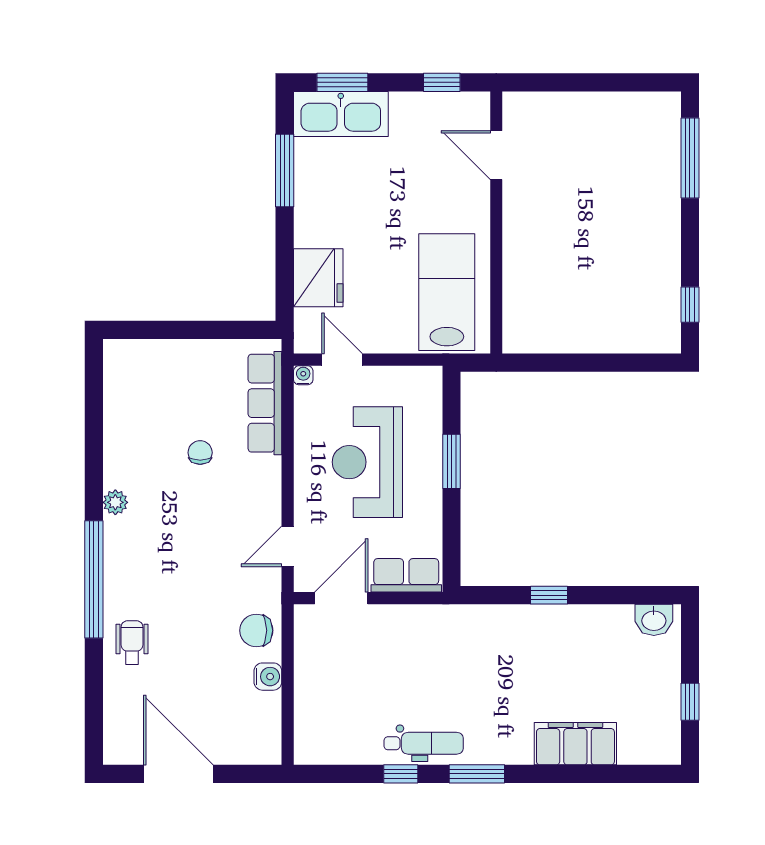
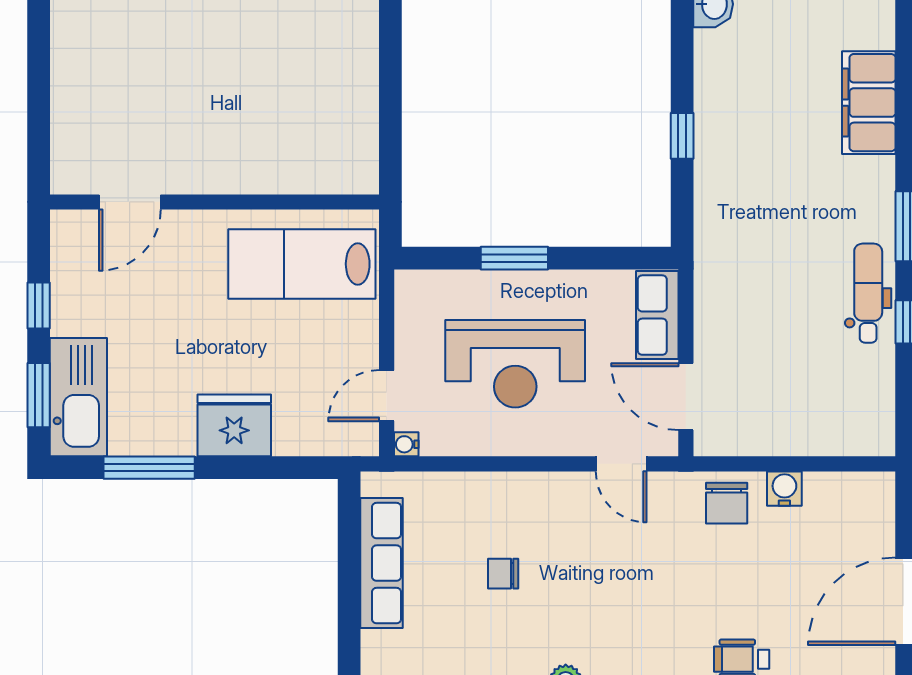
window: (442, 82) -> (39, 305), moved
fridge: (318, 278) -> (234, 425), moved
row of seats: (265, 403) -> (381, 563), moved, turned -90

